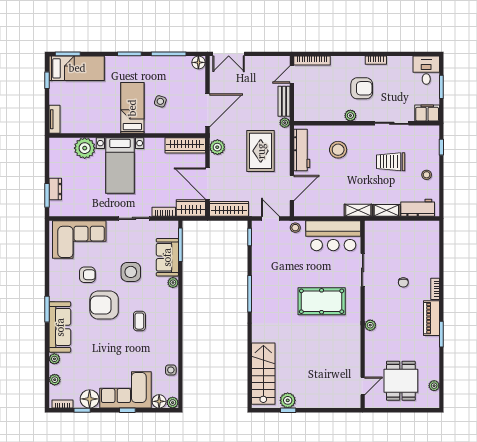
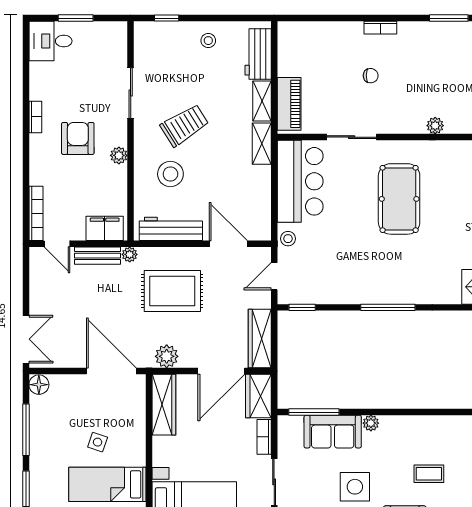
filing cabinet: (427, 113) -> (105, 228), moved, turned 90
trolley: (391, 162) -> (184, 125), moved, turned -122
piano: (432, 318) -> (289, 104), moved, turned -90

